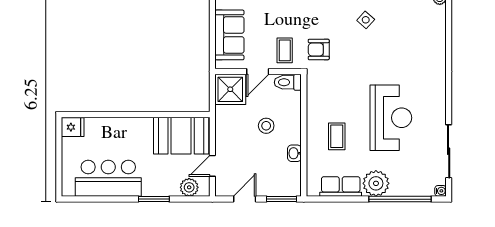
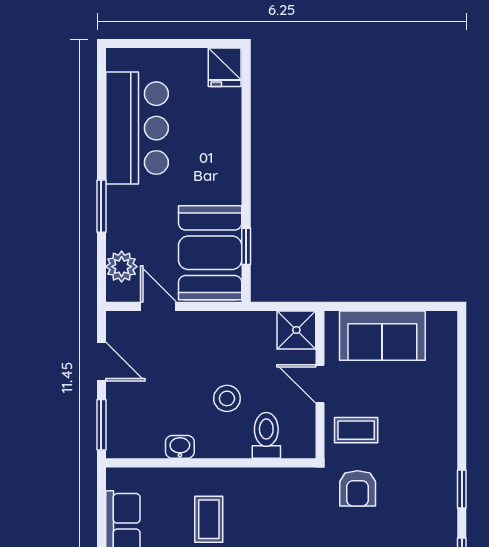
armchair: (319, 49) -> (358, 488), turned 180
toilet: (288, 82) -> (266, 435), moved
shower: (230, 89) -> (296, 330), width x0.73, depth x0.73
window: (177, 115) -> (246, 246), added
coffee table: (337, 136) -> (209, 519), turned 90

